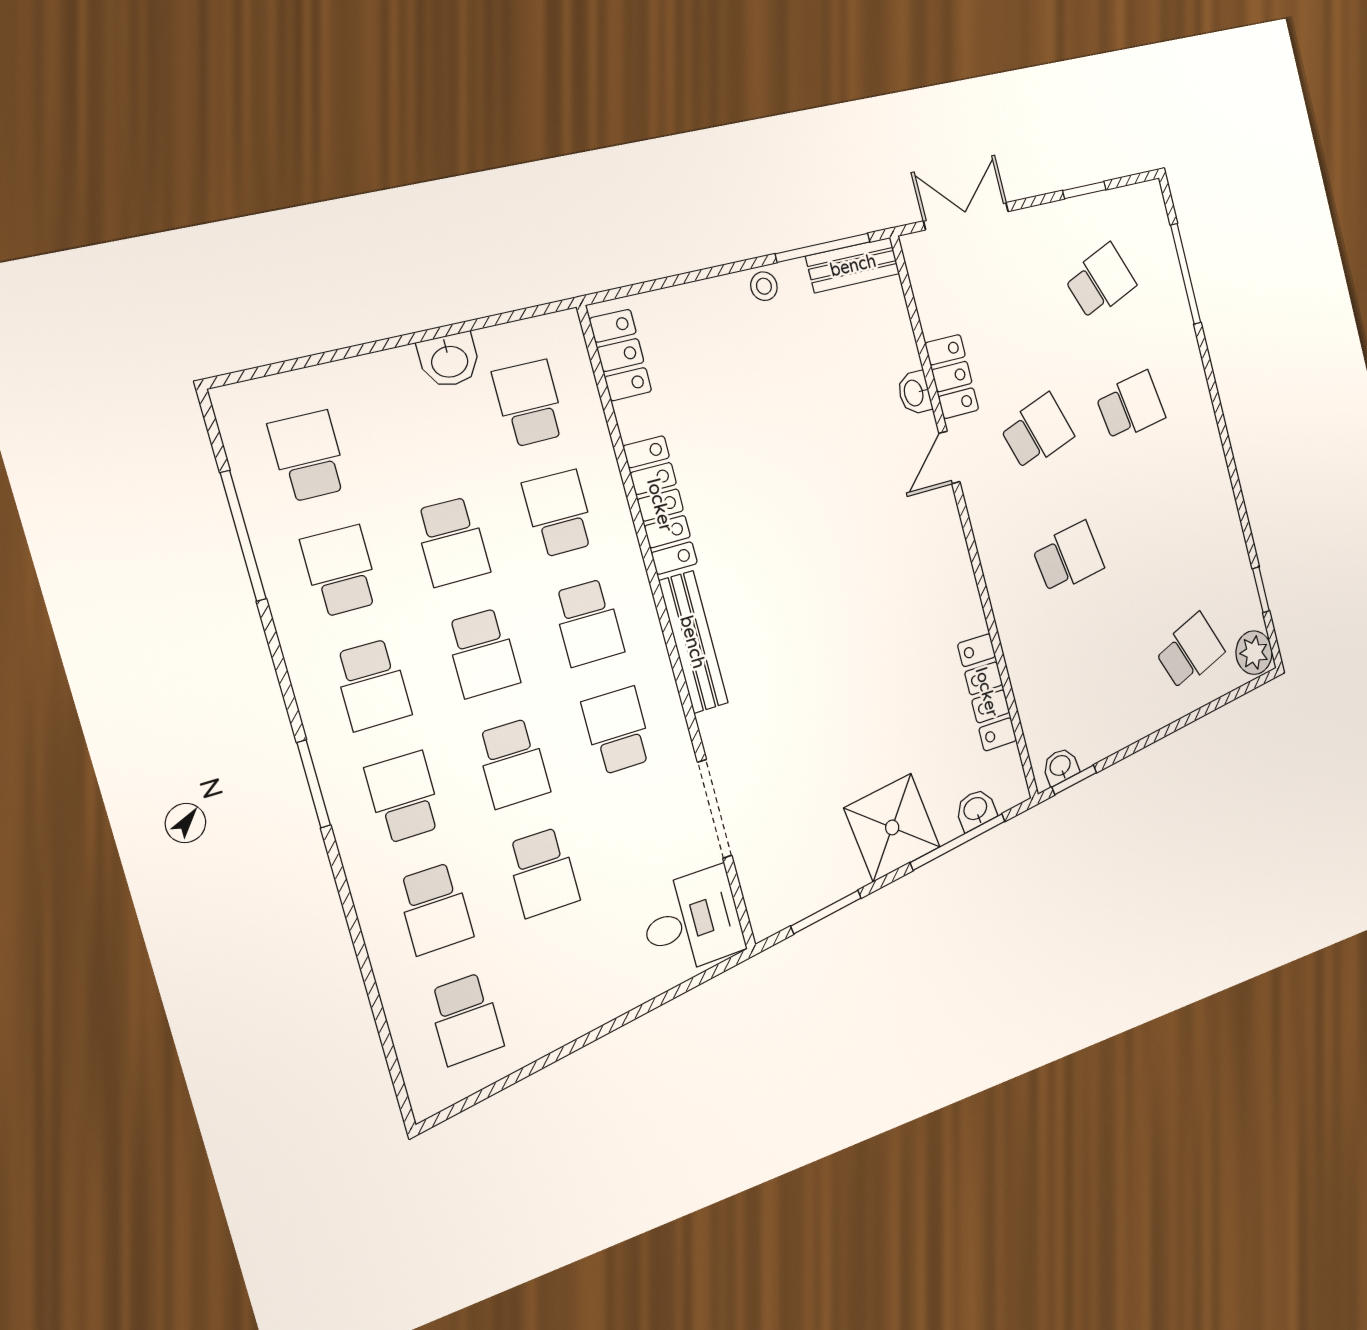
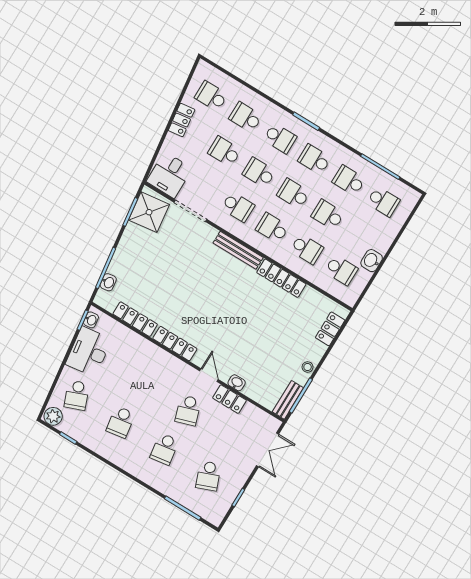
locker: (620, 355) -> (330, 329), moved, turned 90
school desk: (1068, 557) -> (121, 422), moved
school desk: (340, 571) -> (349, 180), turned 180
locker: (958, 577) -> (175, 344), added
desk: (1110, 711) -> (89, 352), added
shower: (892, 827) -> (149, 212), moved
locker: (570, 1018) -> (182, 120), added

